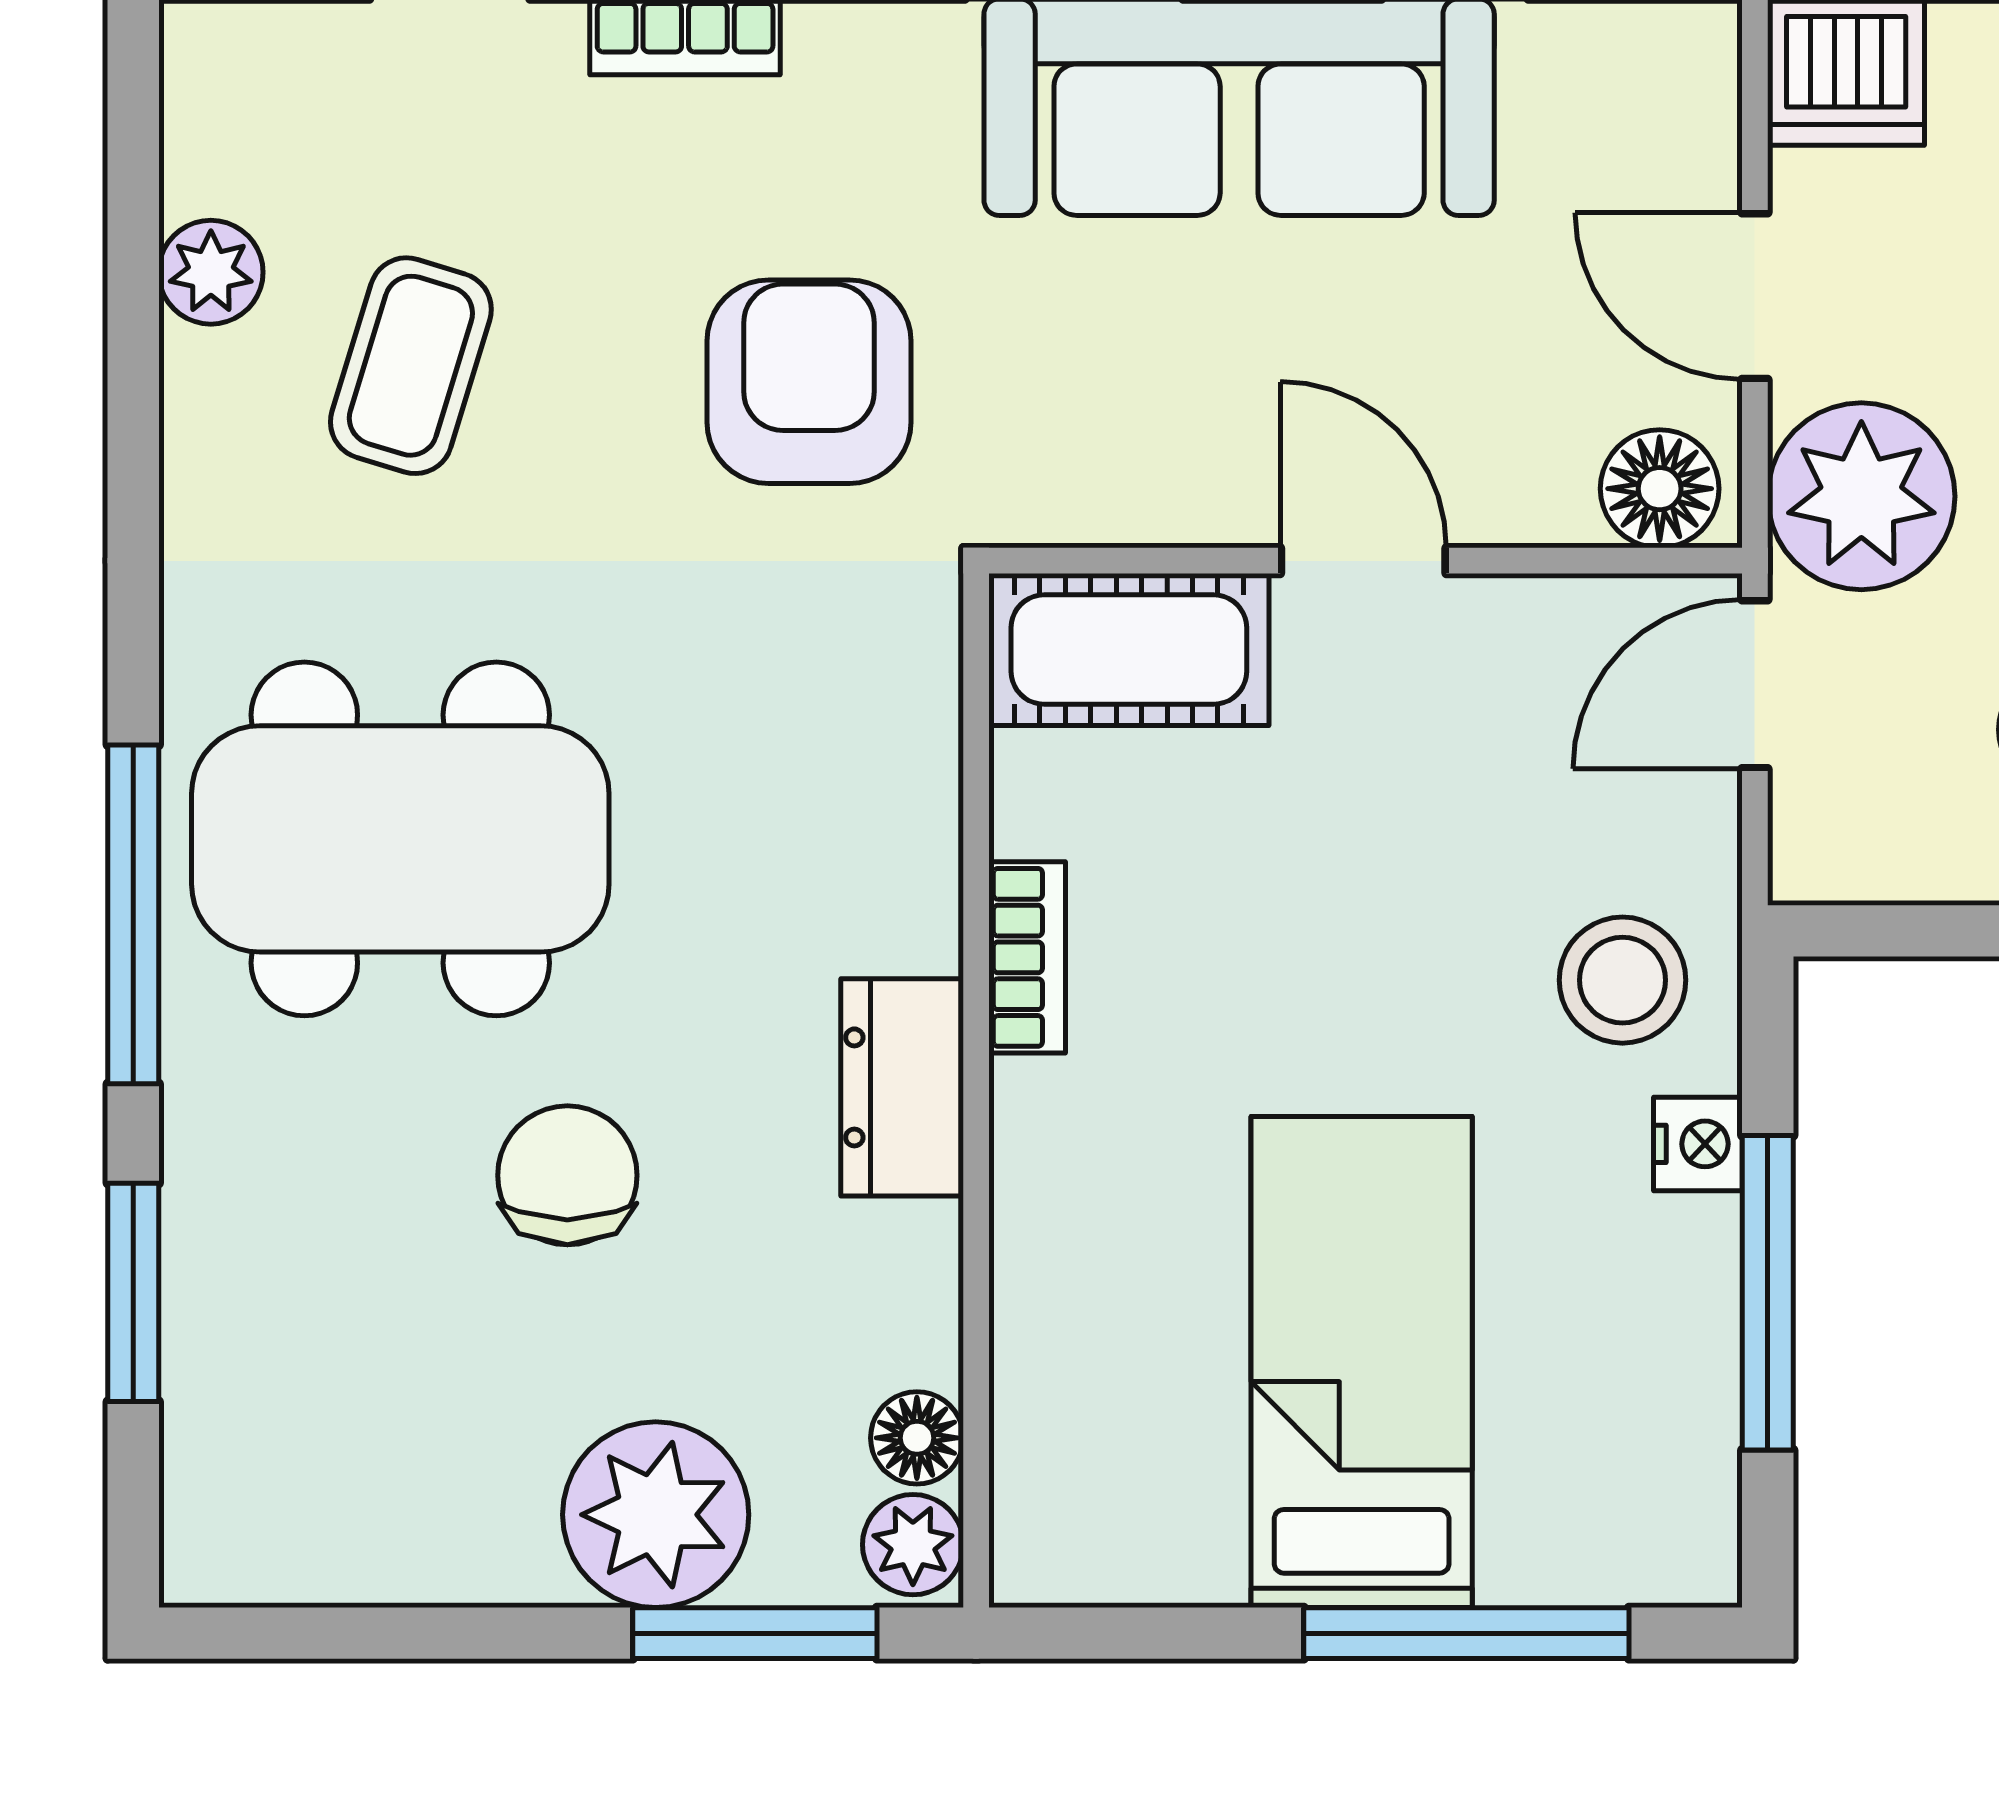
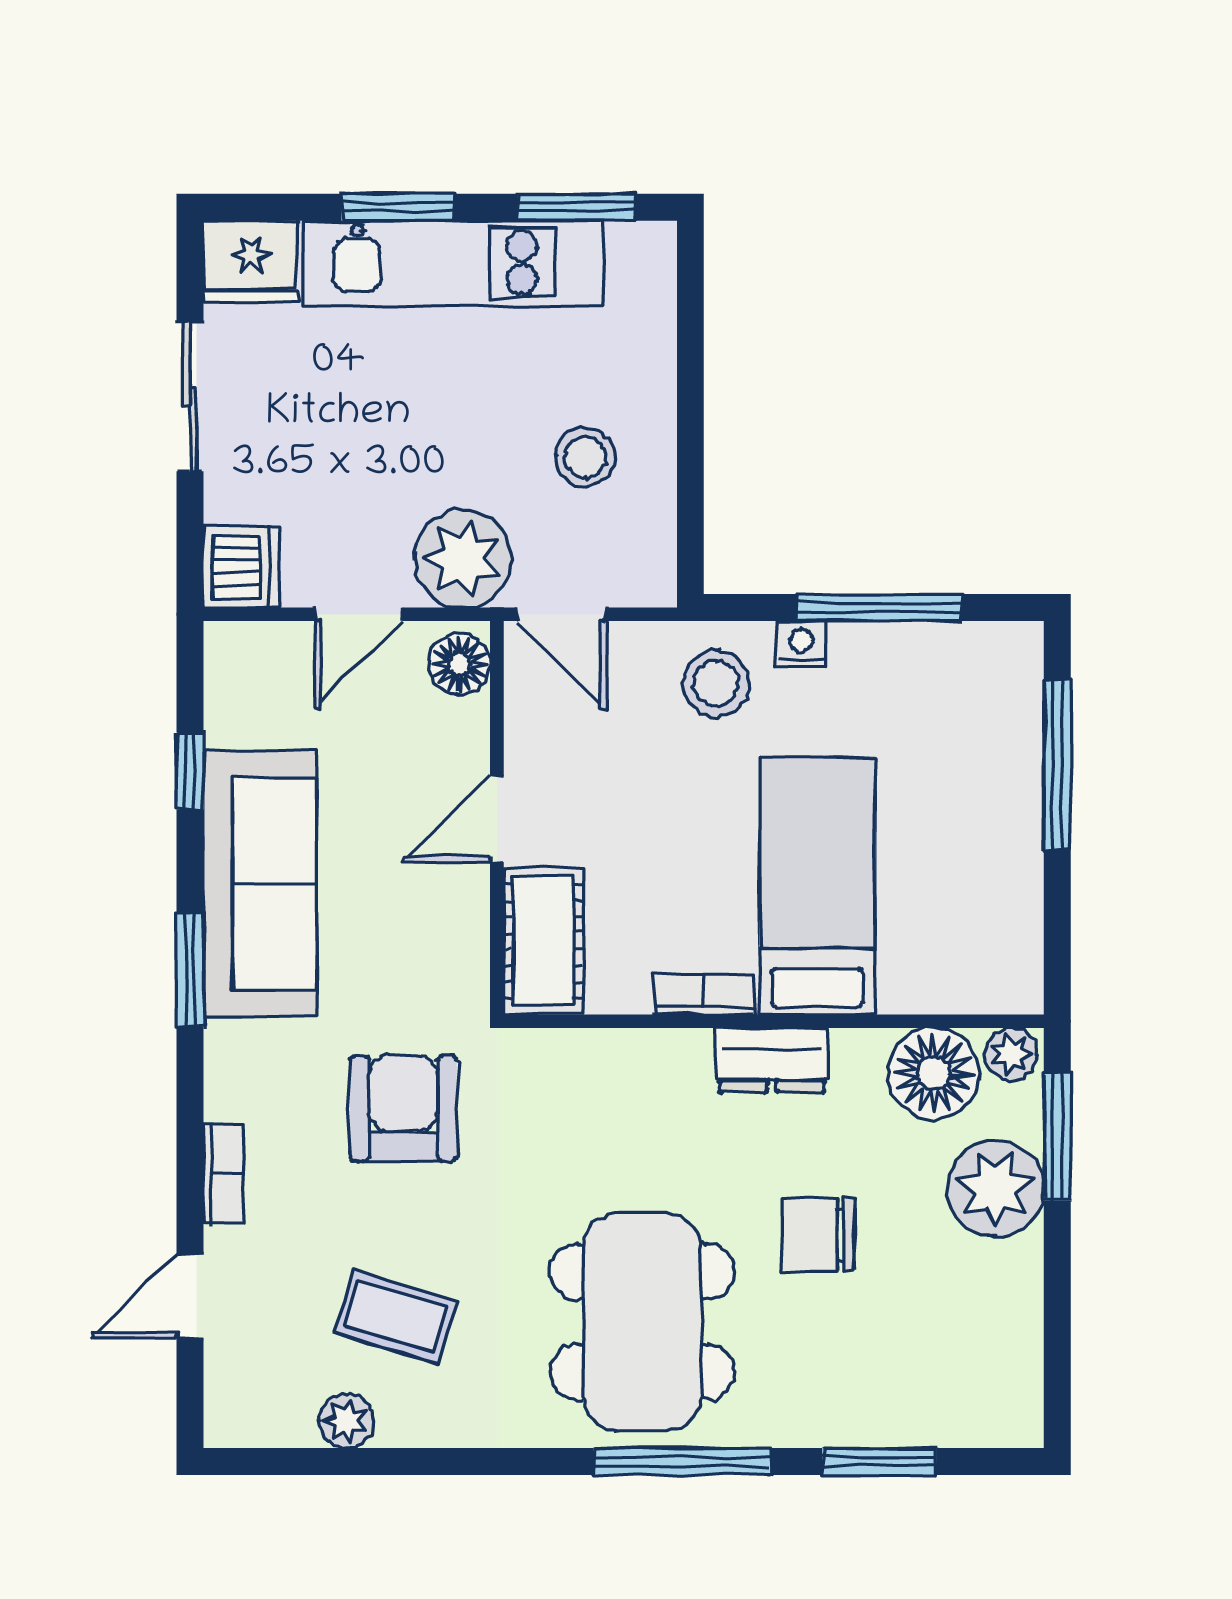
armchair: (809, 382) -> (403, 1108), turned 90
bed: (1362, 1362) -> (817, 886), moved, turned 90
floor lamp: (917, 1438) -> (934, 1073), width x1.89, depth x1.89

